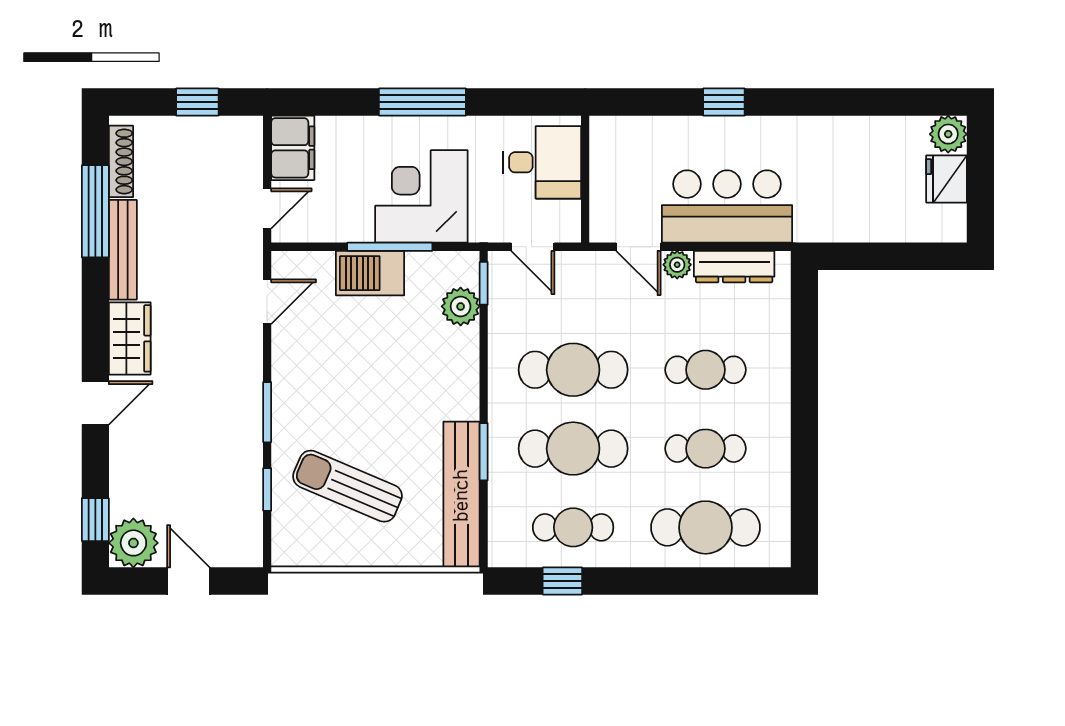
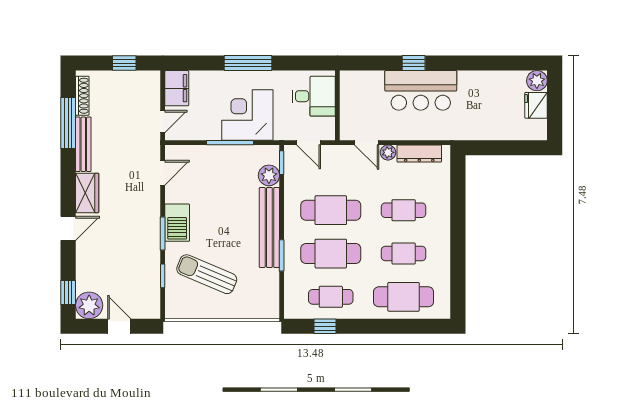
bar counter: (727, 206) -> (421, 90), moved, turned 180
barbecue: (370, 273) -> (177, 223), moved, turned -90
bench: (461, 495) -> (269, 227), moved

